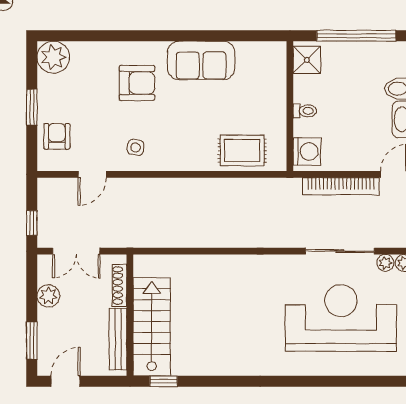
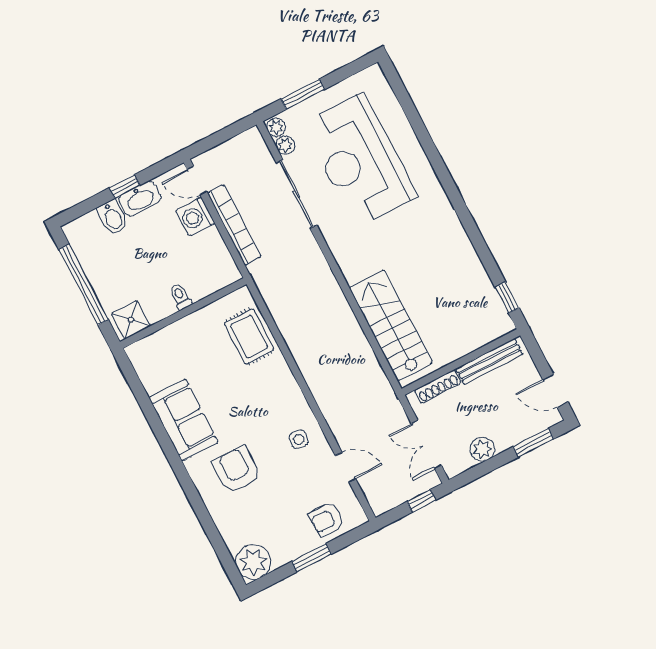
washing machine: (307, 152) -> (195, 217), moved, turned -90
double door: (76, 251) -> (426, 445), swing flipped
stairs: (152, 327) -> (391, 325), moved, turned 90

